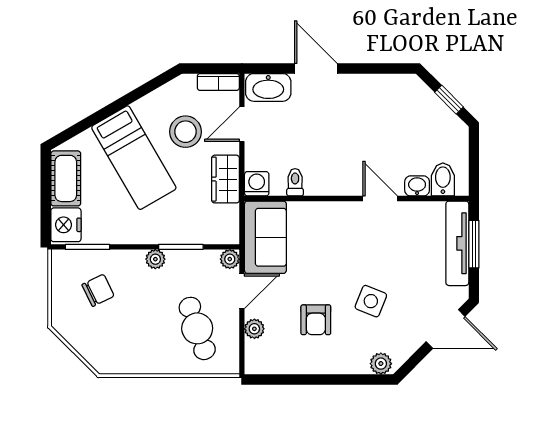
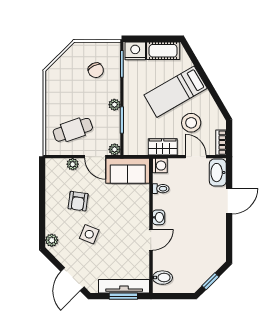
washbasin: (417, 186) -> (159, 217), moved
armchair: (316, 320) -> (78, 201), turned -82

